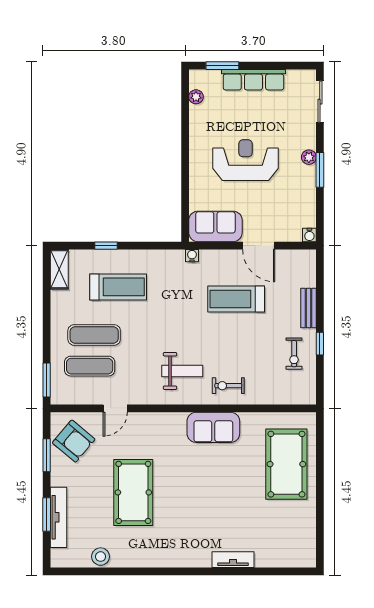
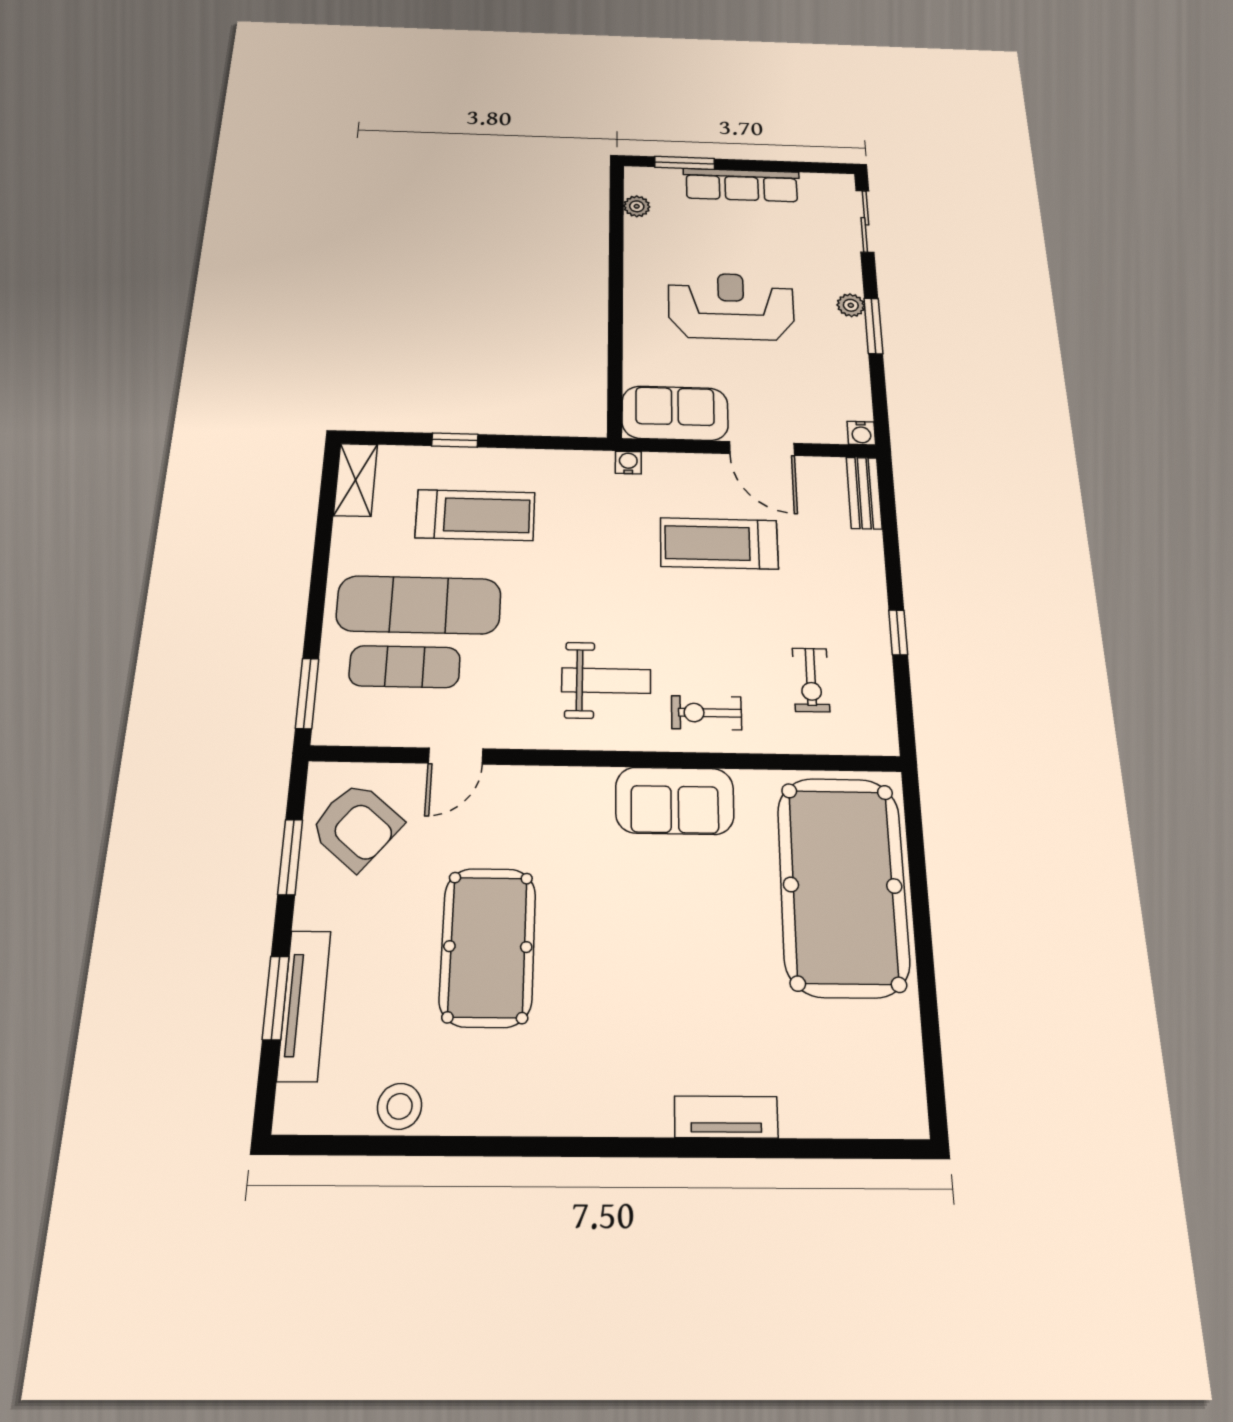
bench: (309, 308) -> (864, 493), moved
exercise mat: (94, 335) -> (419, 605), width x1.36, depth x1.45
exercise bike: (294, 354) -> (811, 680), moved
pool table: (286, 464) -> (843, 885), width x1.36, depth x1.32

